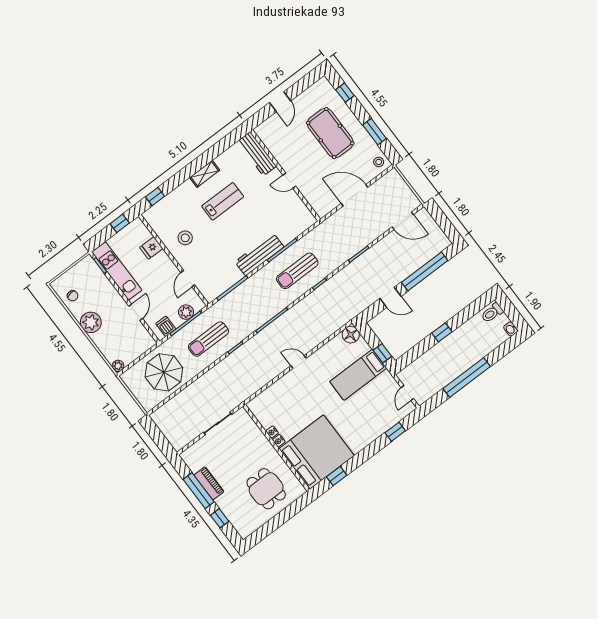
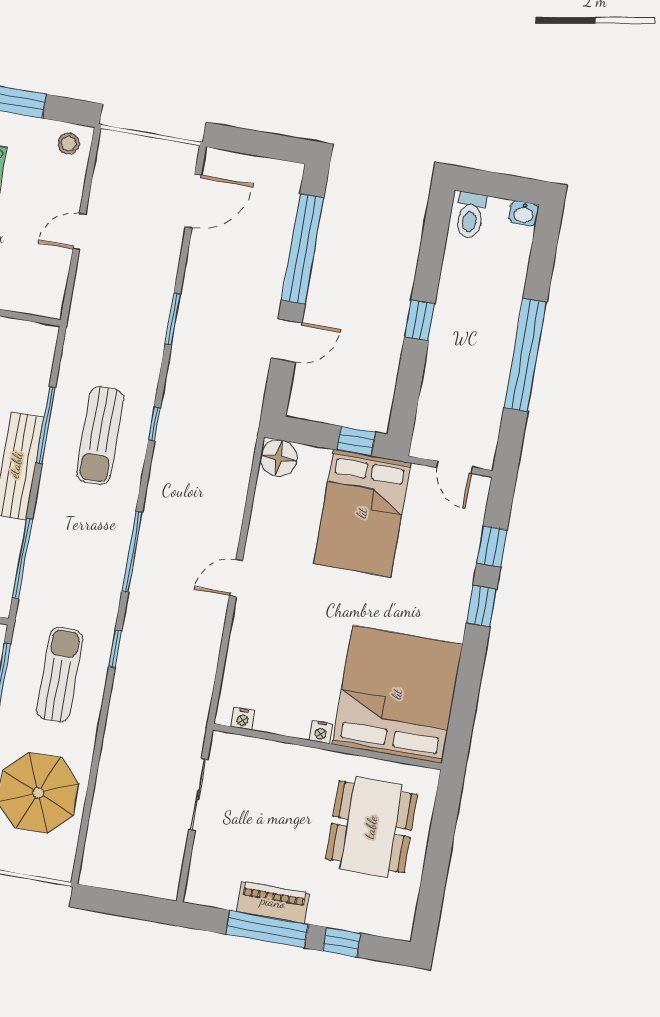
door: (355, 195) -> (79, 232), width x0.53
sun lounger: (208, 339) -> (60, 674), turned 180
bed: (358, 375) -> (362, 513), width x1.50
nightstand: (272, 432) -> (243, 719), moved
window: (337, 476) -> (481, 606), moved
dining table: (266, 489) -> (371, 827), width x1.37

